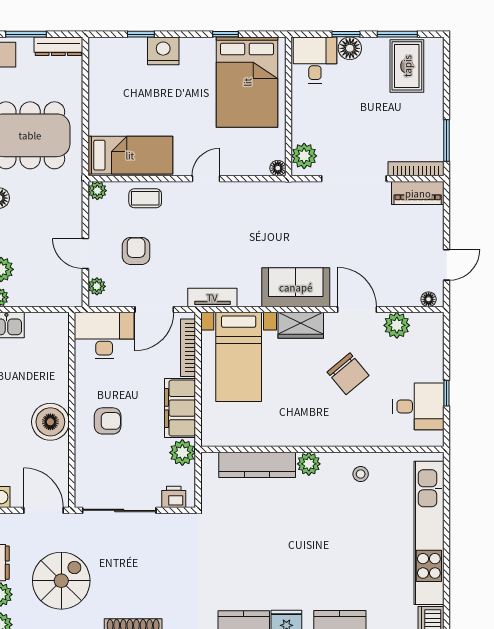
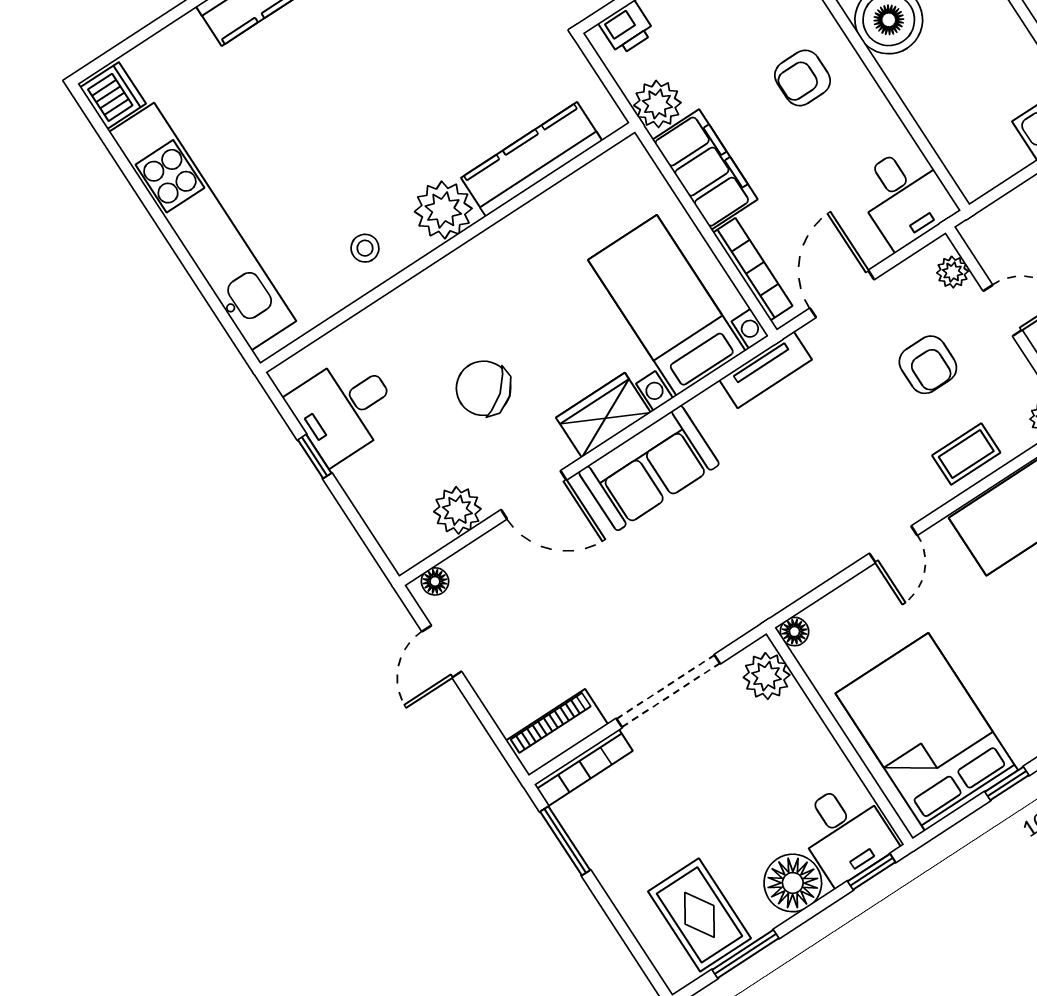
window: (346, 34) -> (872, 872), moved
floor lamp: (350, 48) -> (793, 883), width x1.38, depth x1.38
desk: (104, 336) -> (905, 197), width x0.73
plant: (309, 464) -> (443, 210), width x1.36, depth x1.36

